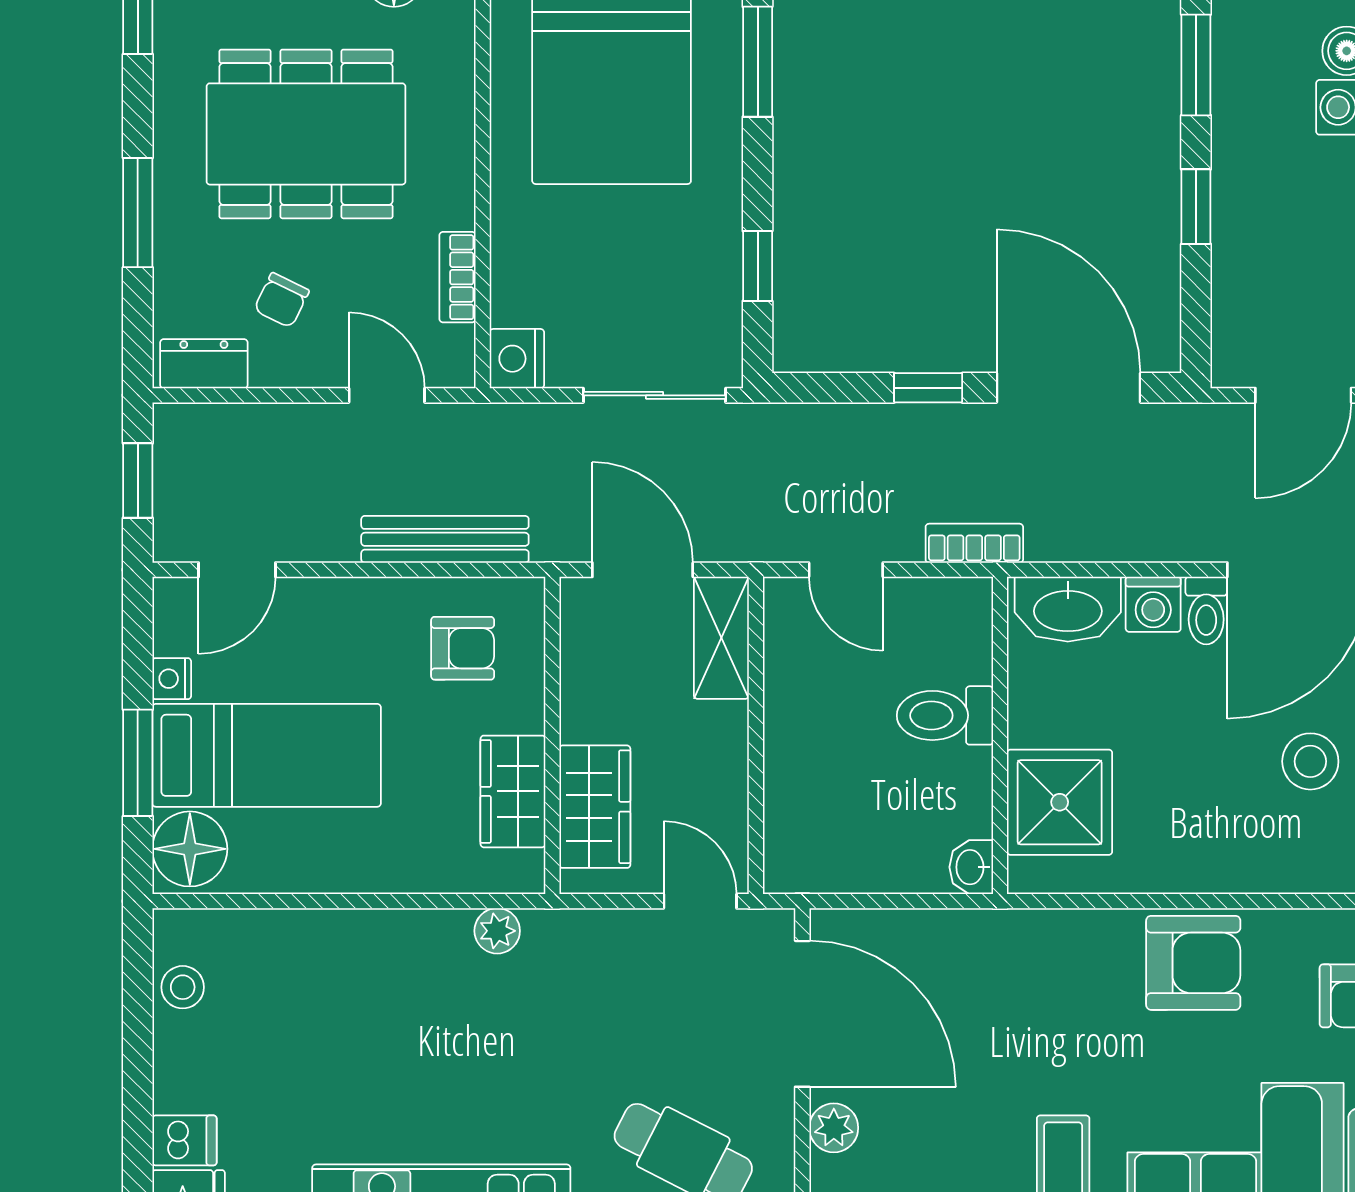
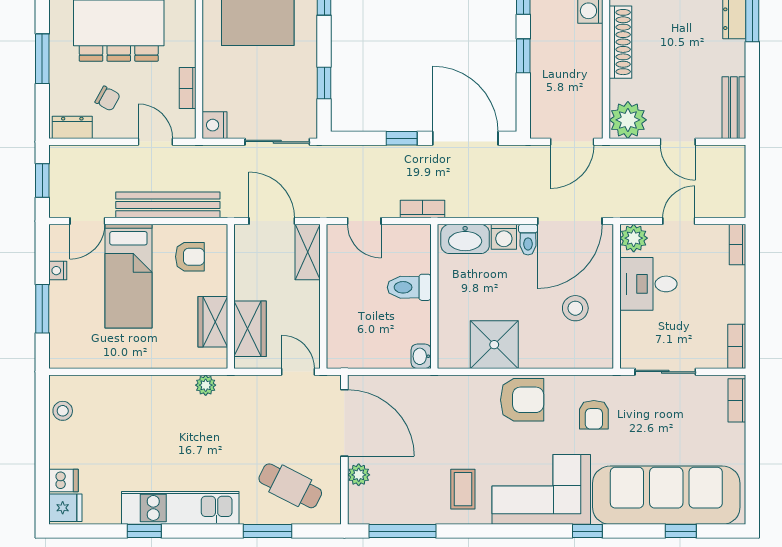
chair: (281, 300) -> (108, 99), turned -87
bench: (445, 539) -> (168, 205), width x1.37, depth x1.21
bed: (267, 755) -> (128, 276), moved, turned 90
shower: (1060, 802) -> (494, 345), moved
floor lamp: (190, 849) -> (66, 348), removed

